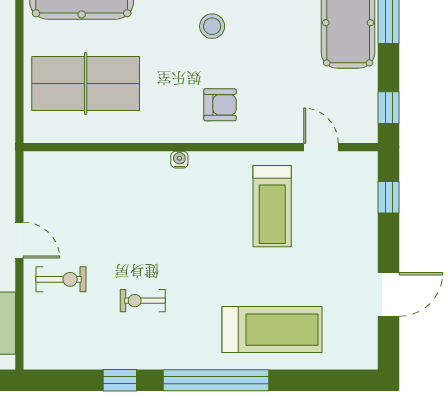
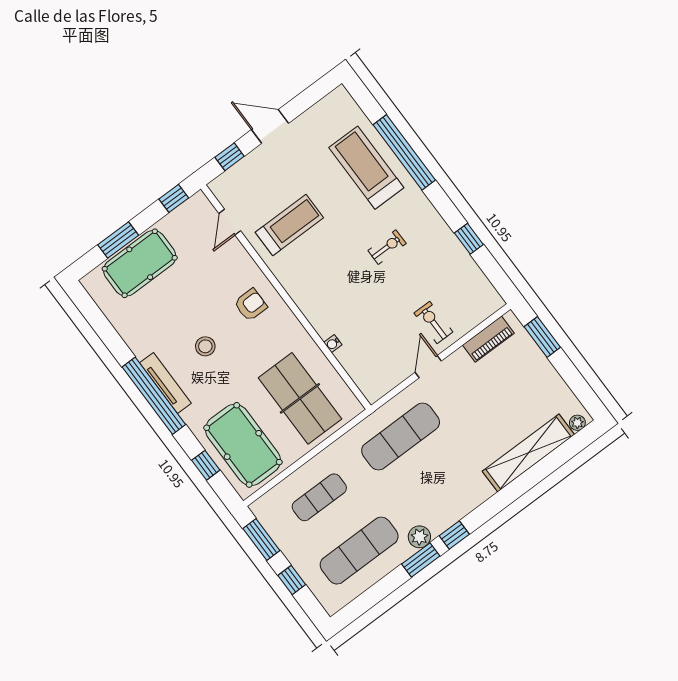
armchair: (220, 105) -> (251, 305), turned 90
water cooler: (179, 160) -> (333, 344), moved
door: (389, 294) -> (270, 126), moved
exercise bike: (143, 301) -> (387, 247), moved, turned -90
window: (216, 380) -> (404, 152), moved

